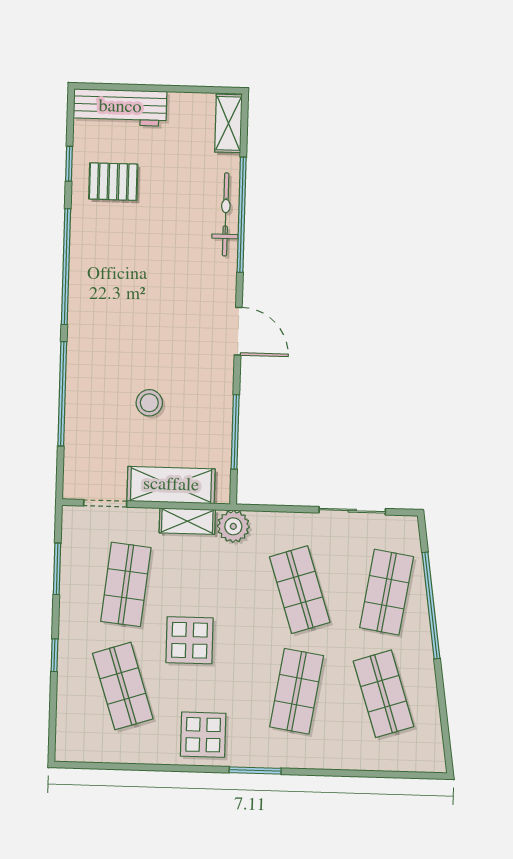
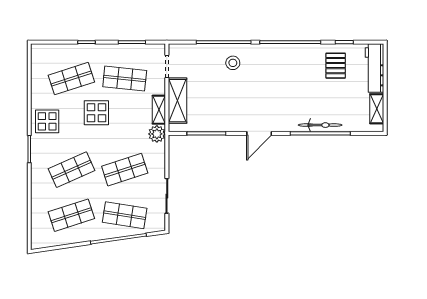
shelving: (228, 123) -> (377, 109), moved, turned 90
stool: (149, 403) -> (233, 63), moved
shop shelf: (297, 691) -> (71, 170), turned -33

